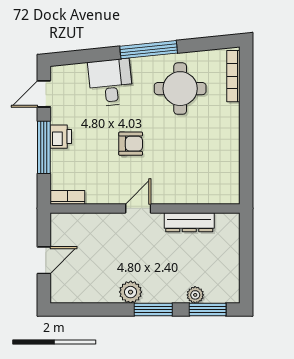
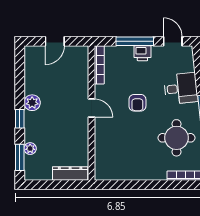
bookcase: (67, 197) -> (99, 65), width x1.56
dresser: (189, 222) -> (70, 173), moved, turned 90
door: (44, 260) -> (55, 41), hinge flipped
window: (153, 310) -> (20, 119), width x0.67

